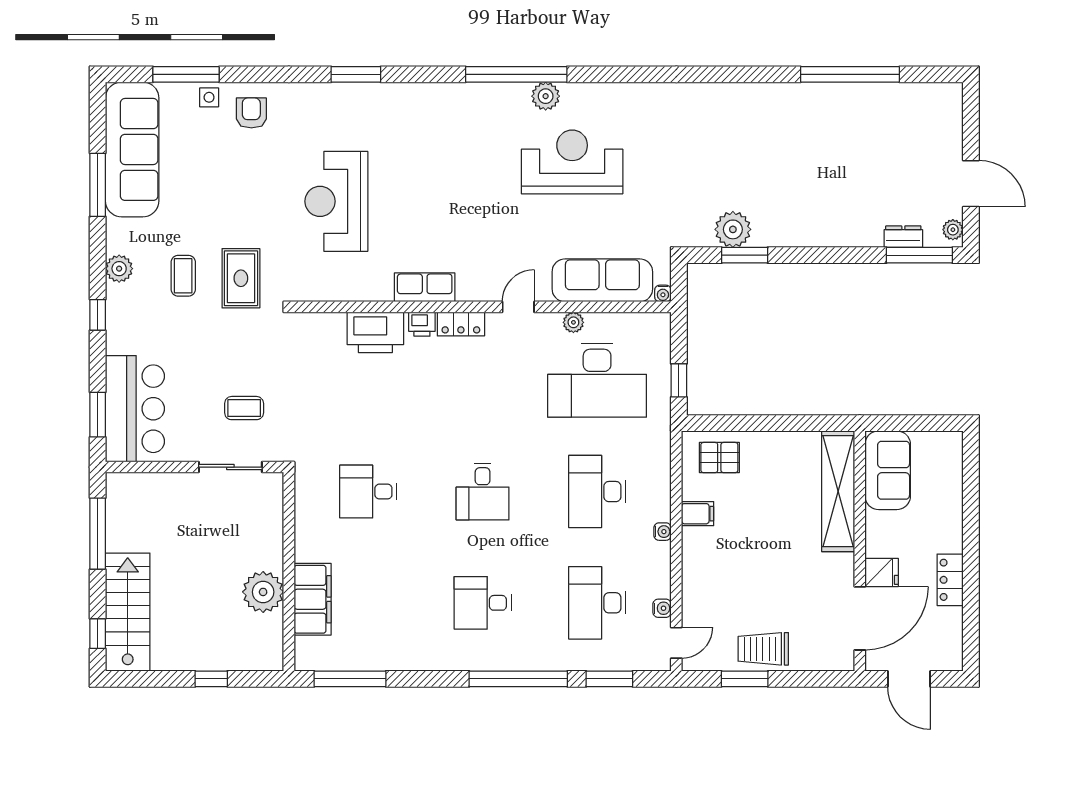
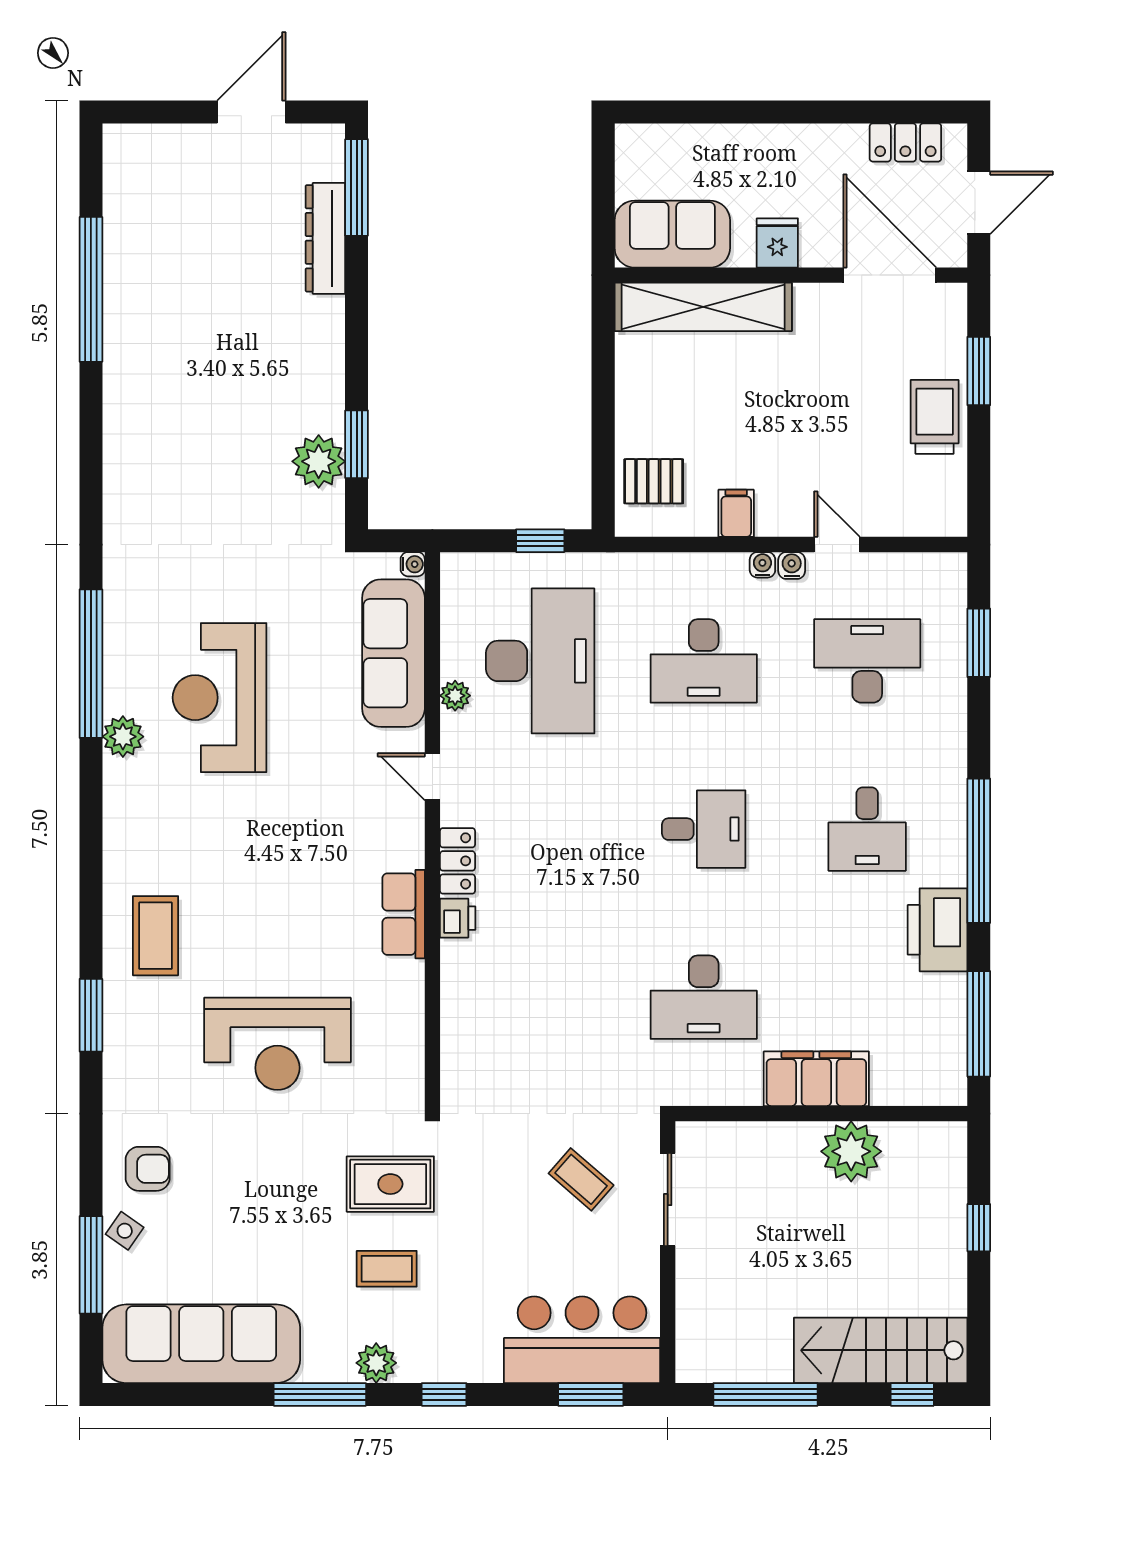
window: (516, 74) -> (91, 664), moved
side table: (209, 97) -> (125, 1231), turned 35
armchair: (251, 113) -> (148, 1169), turned 180
coffee table: (410, 118) -> (156, 936), added
window: (98, 185) -> (320, 1394), moved
plant: (953, 230) -> (319, 138), removed
dresser: (903, 237) -> (325, 238), width x1.96, depth x1.24
printer: (375, 332) -> (938, 930), moved, turned 180
coffee table: (244, 408) -> (581, 1179), turned -49
pallet: (719, 458) -> (654, 481), turned 90
desk: (368, 492) -> (704, 997), width x1.37
fridge: (882, 573) -> (777, 243), moved
locker: (950, 580) -> (905, 142), moved
filing cabinet: (313, 599) -> (816, 1079), moved
desk: (597, 603) -> (867, 661), turned 180
water cooler: (662, 608) -> (792, 566), moved
door: (676, 643) -> (837, 545), moved
trolley: (763, 649) -> (935, 417), turned 180
window: (518, 679) -> (979, 851), moved
window: (745, 679) -> (979, 371), moved

